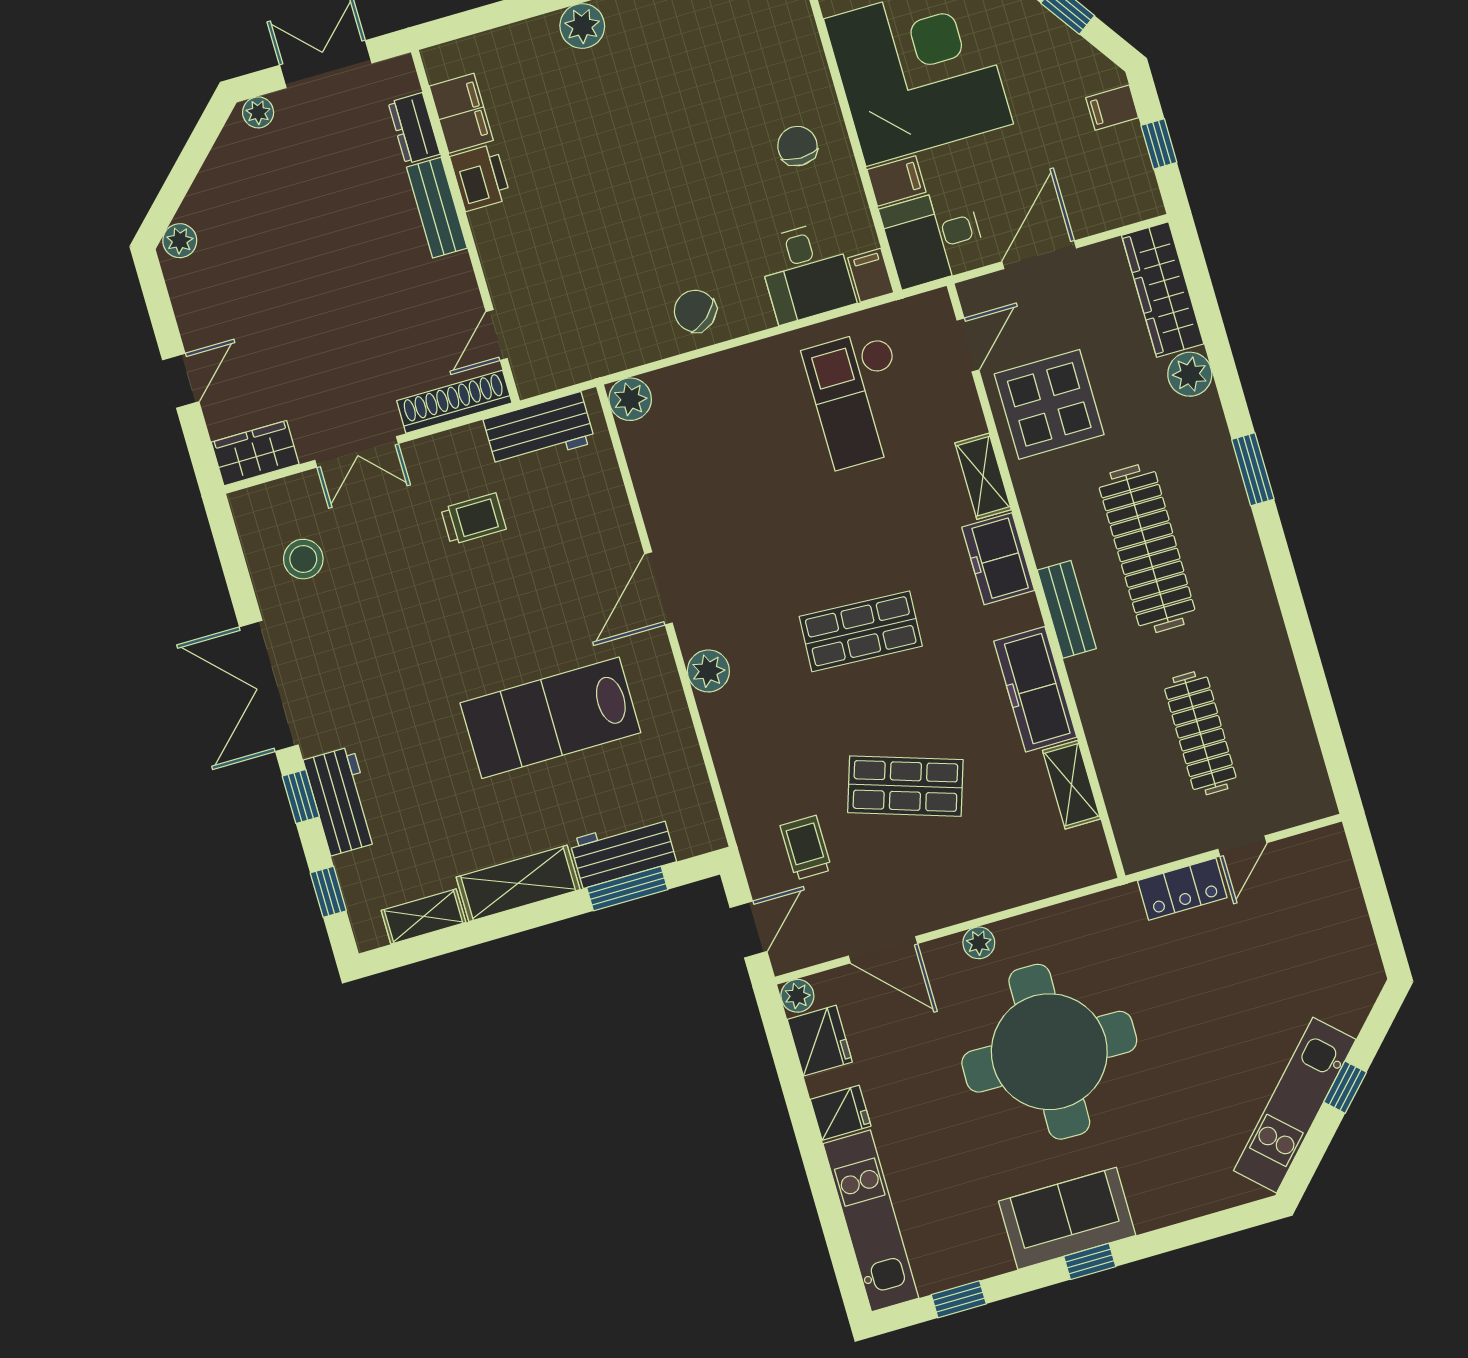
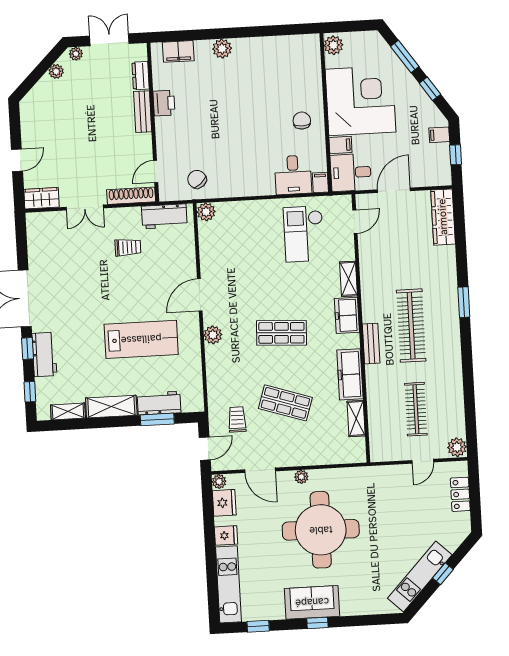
filing cabinet: (461, 113) -> (178, 51), moved, turned 90
plant: (180, 241) -> (56, 71), moved
chair: (695, 311) -> (197, 179), moved
plant: (1190, 374) -> (457, 447), moved
display table: (1049, 404) -> (384, 255), removed
stool: (303, 559) -> (52, 248), removed
lab bench: (550, 718) -> (141, 339), turned 180
locker: (1182, 889) -> (460, 494), moved, turned 90

